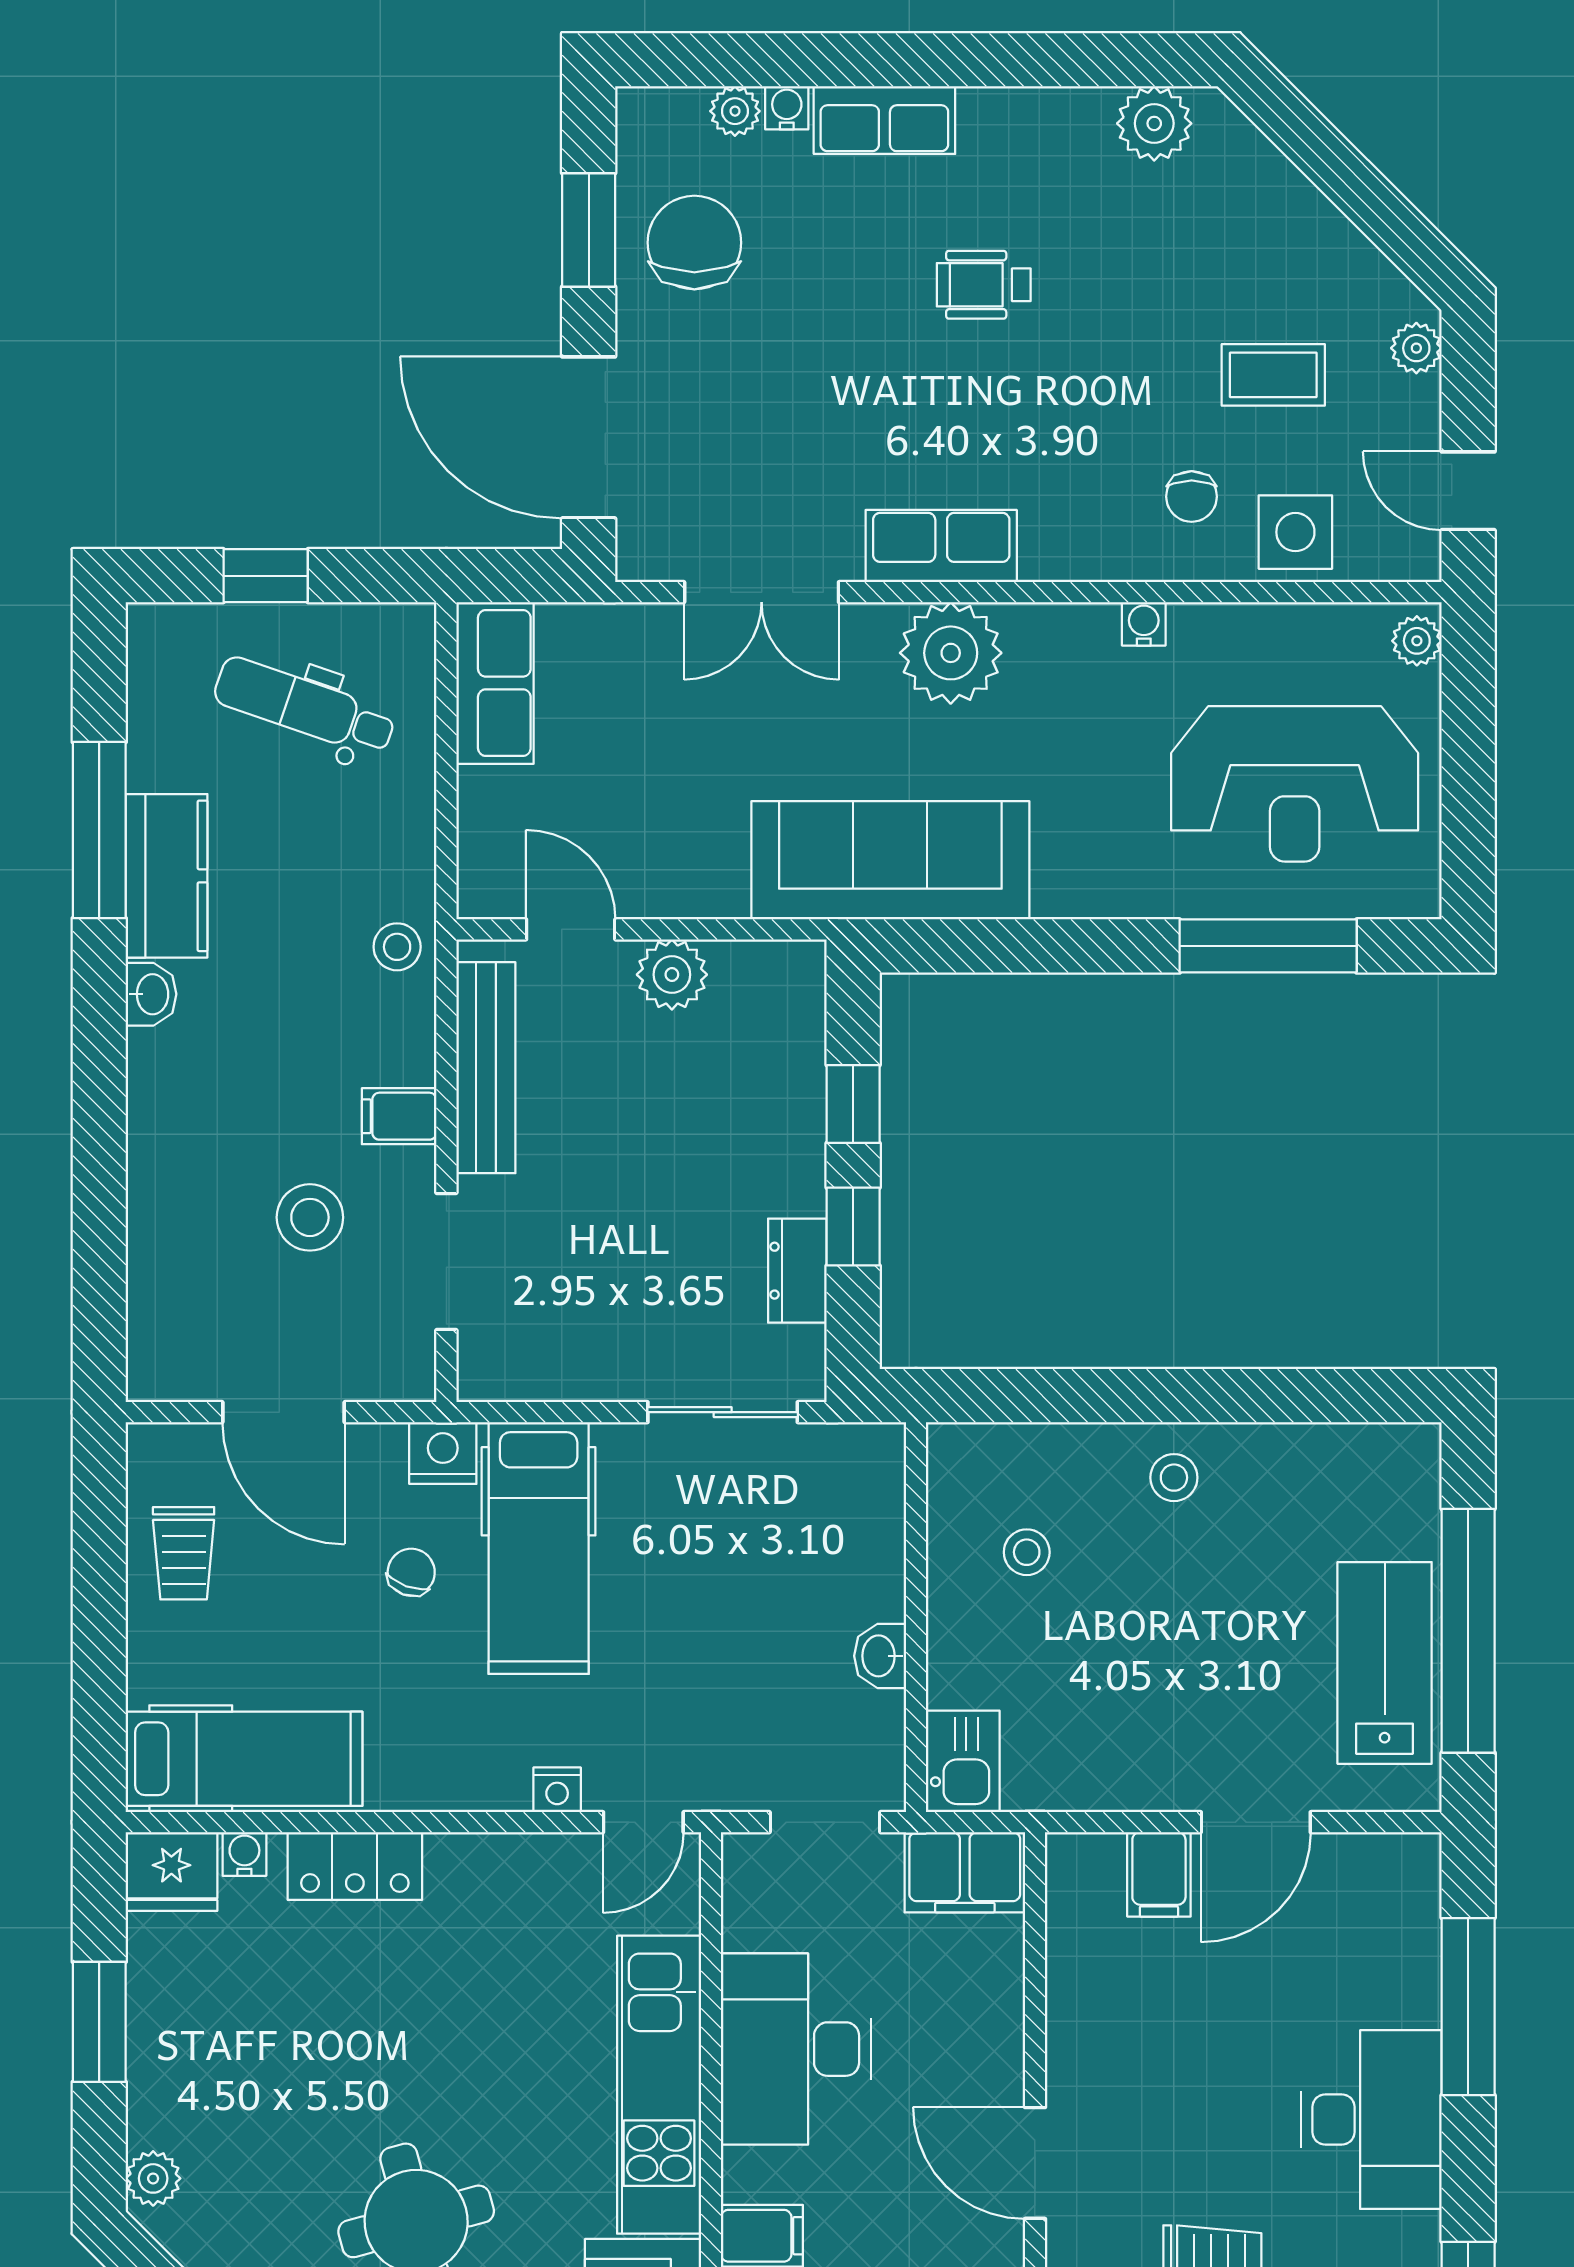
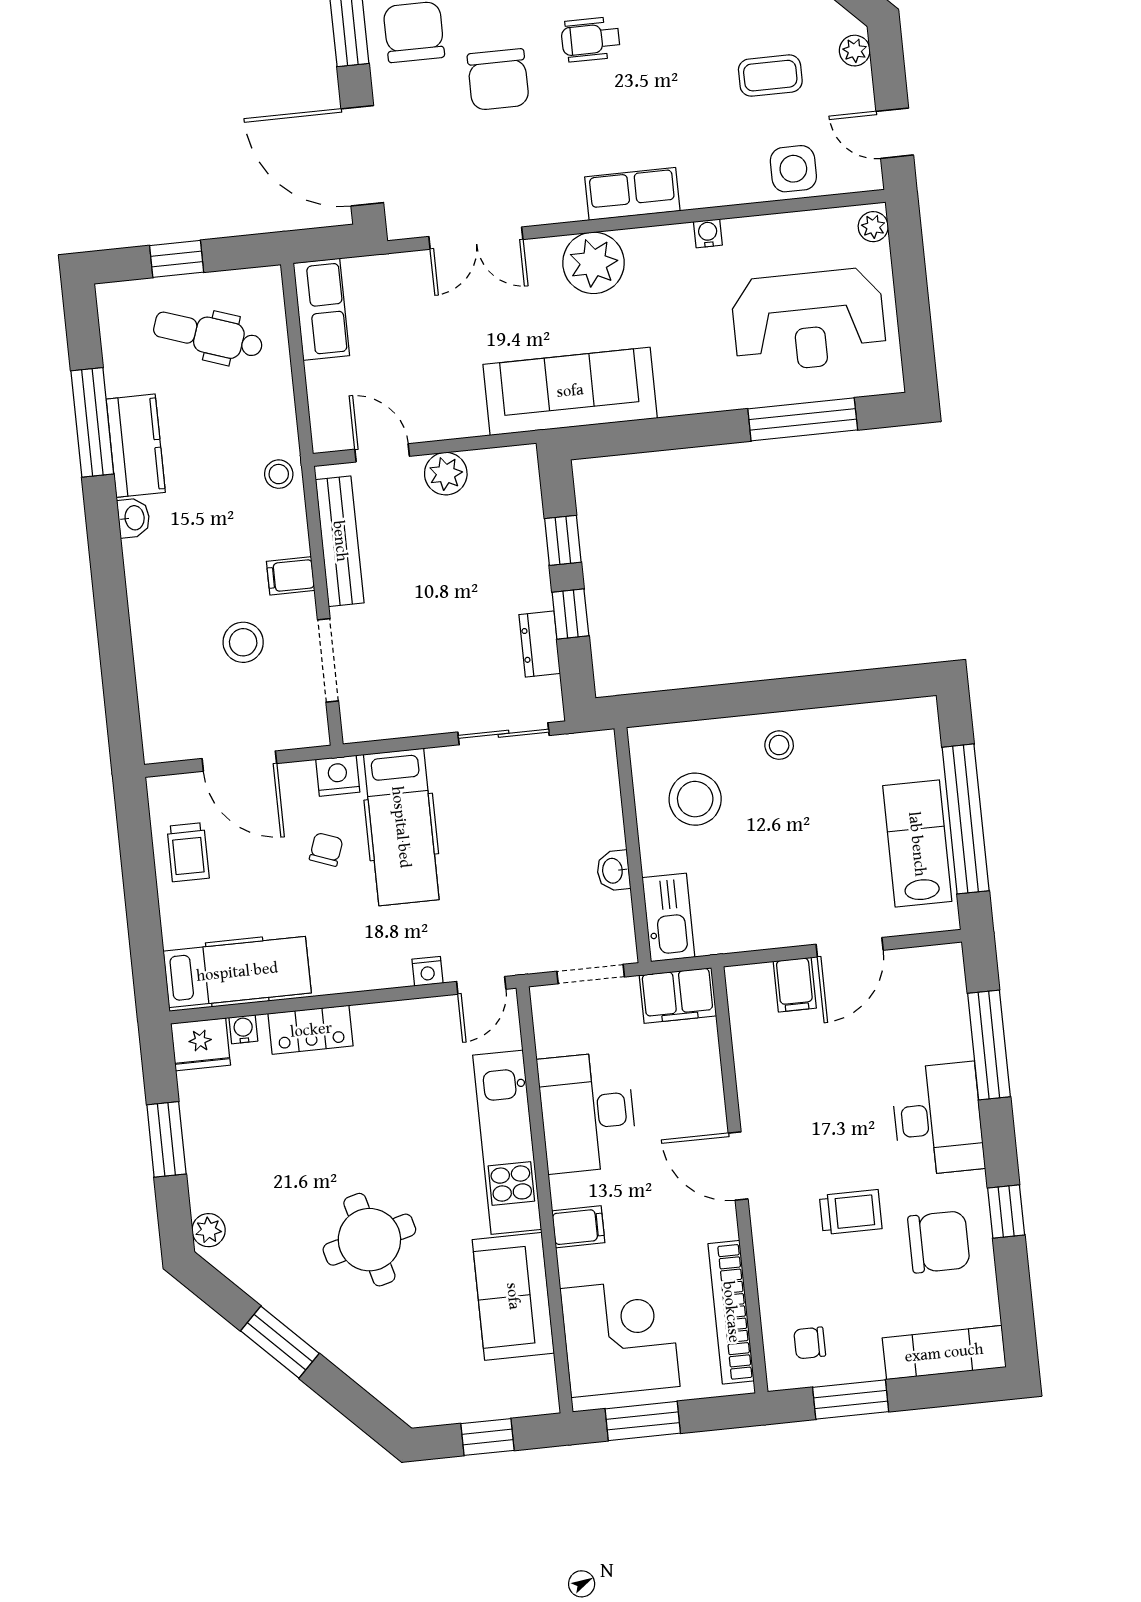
chair: (1192, 497) -> (498, 80), moved, width x1.87, depth x1.87
row of seats: (941, 546) -> (632, 194), moved
stool: (1027, 1552) -> (695, 799), width x1.89, depth x1.89
kitchen sink: (963, 1761) -> (668, 917), width x1.38

